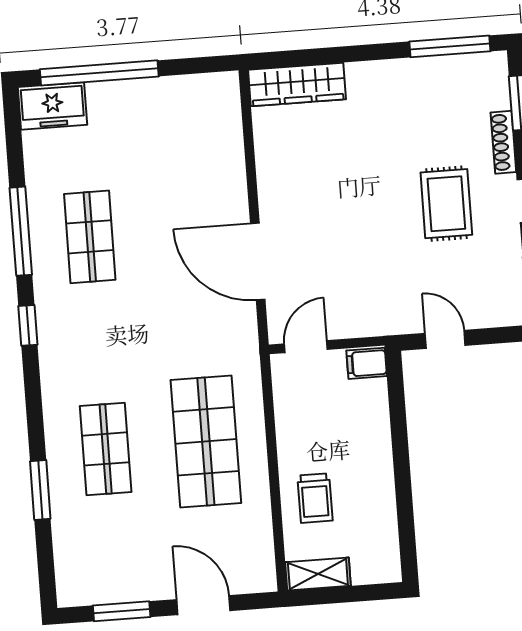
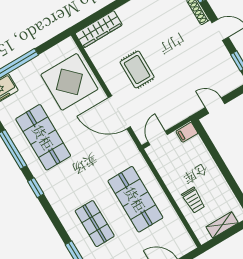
display table: (192, 157) -> (69, 82), added
rug: (446, 204) -> (137, 70), moved
shop shelf: (90, 237) -> (43, 137), width x1.43, depth x1.36
shelving: (318, 574) -> (222, 225), moved

